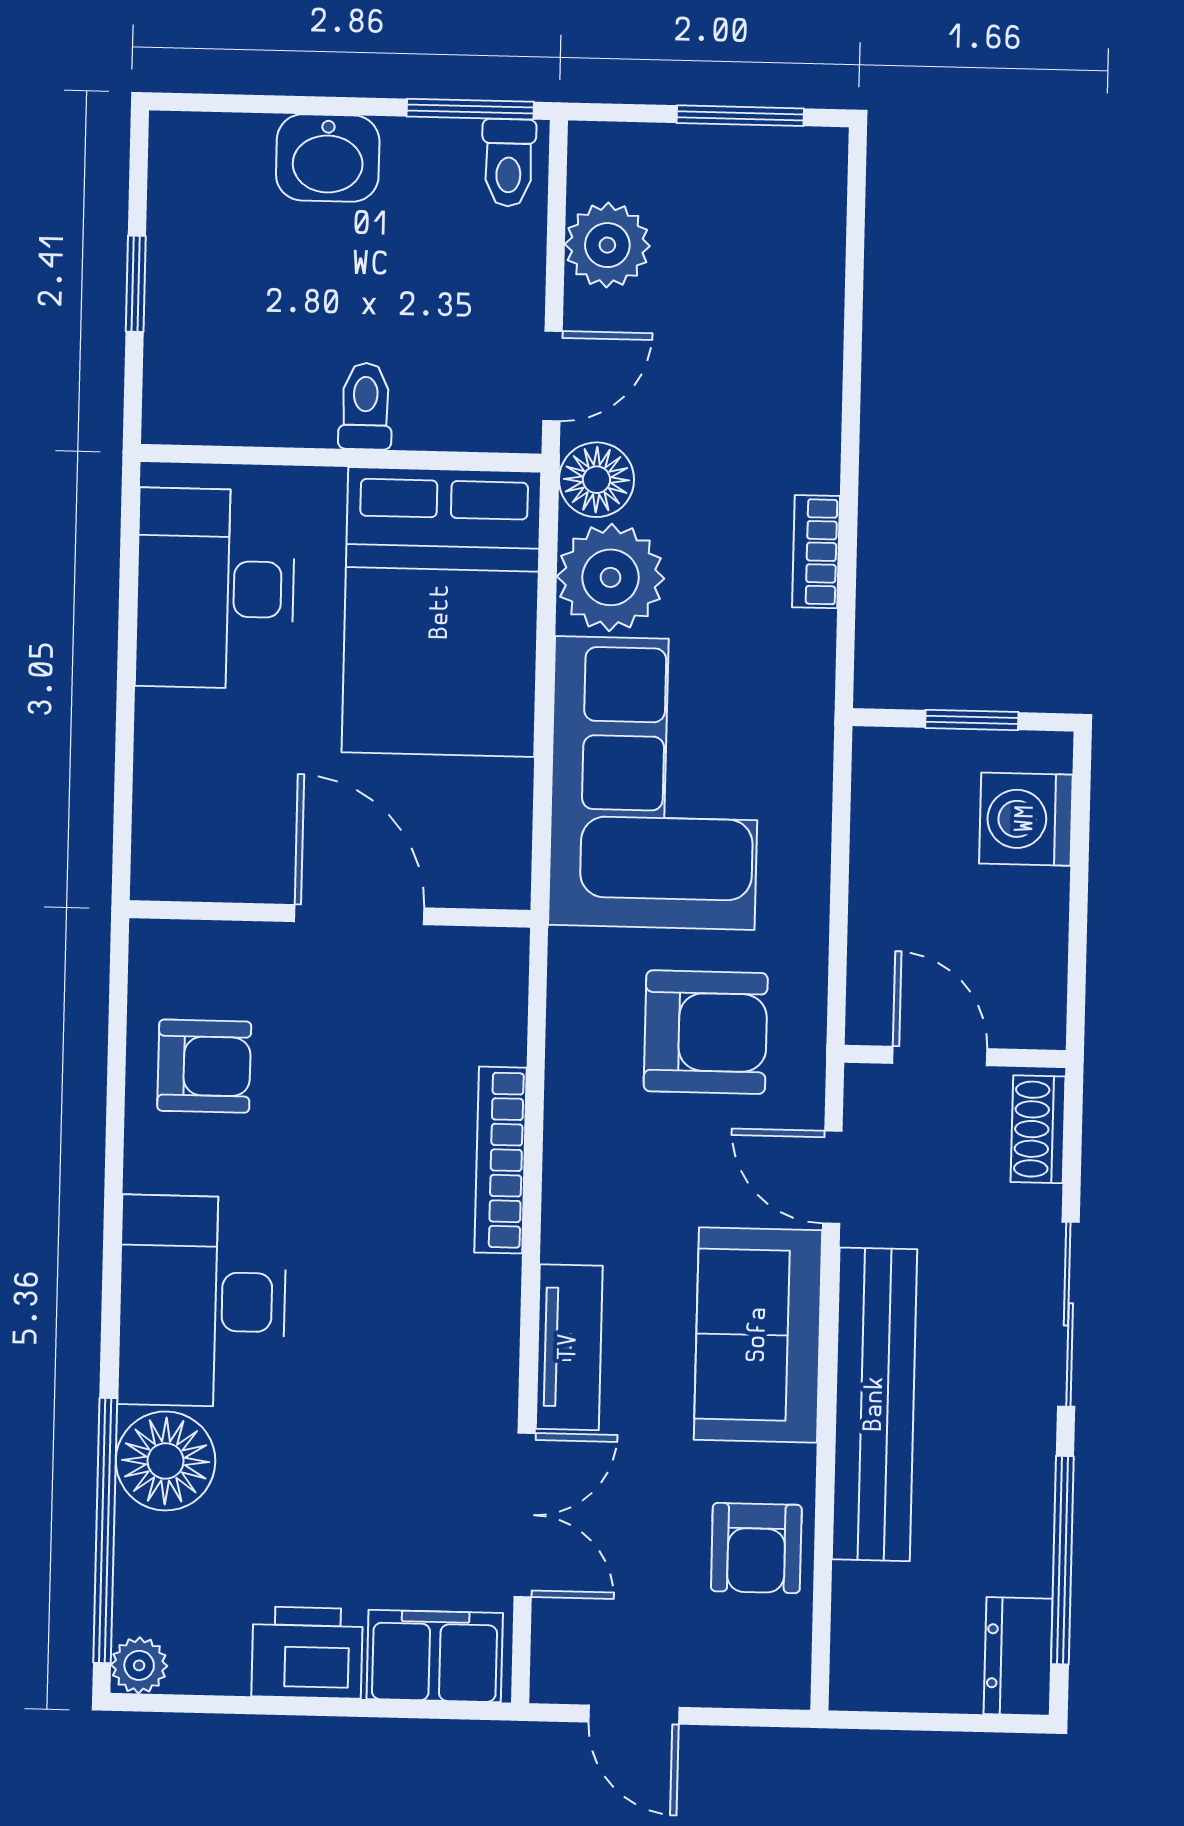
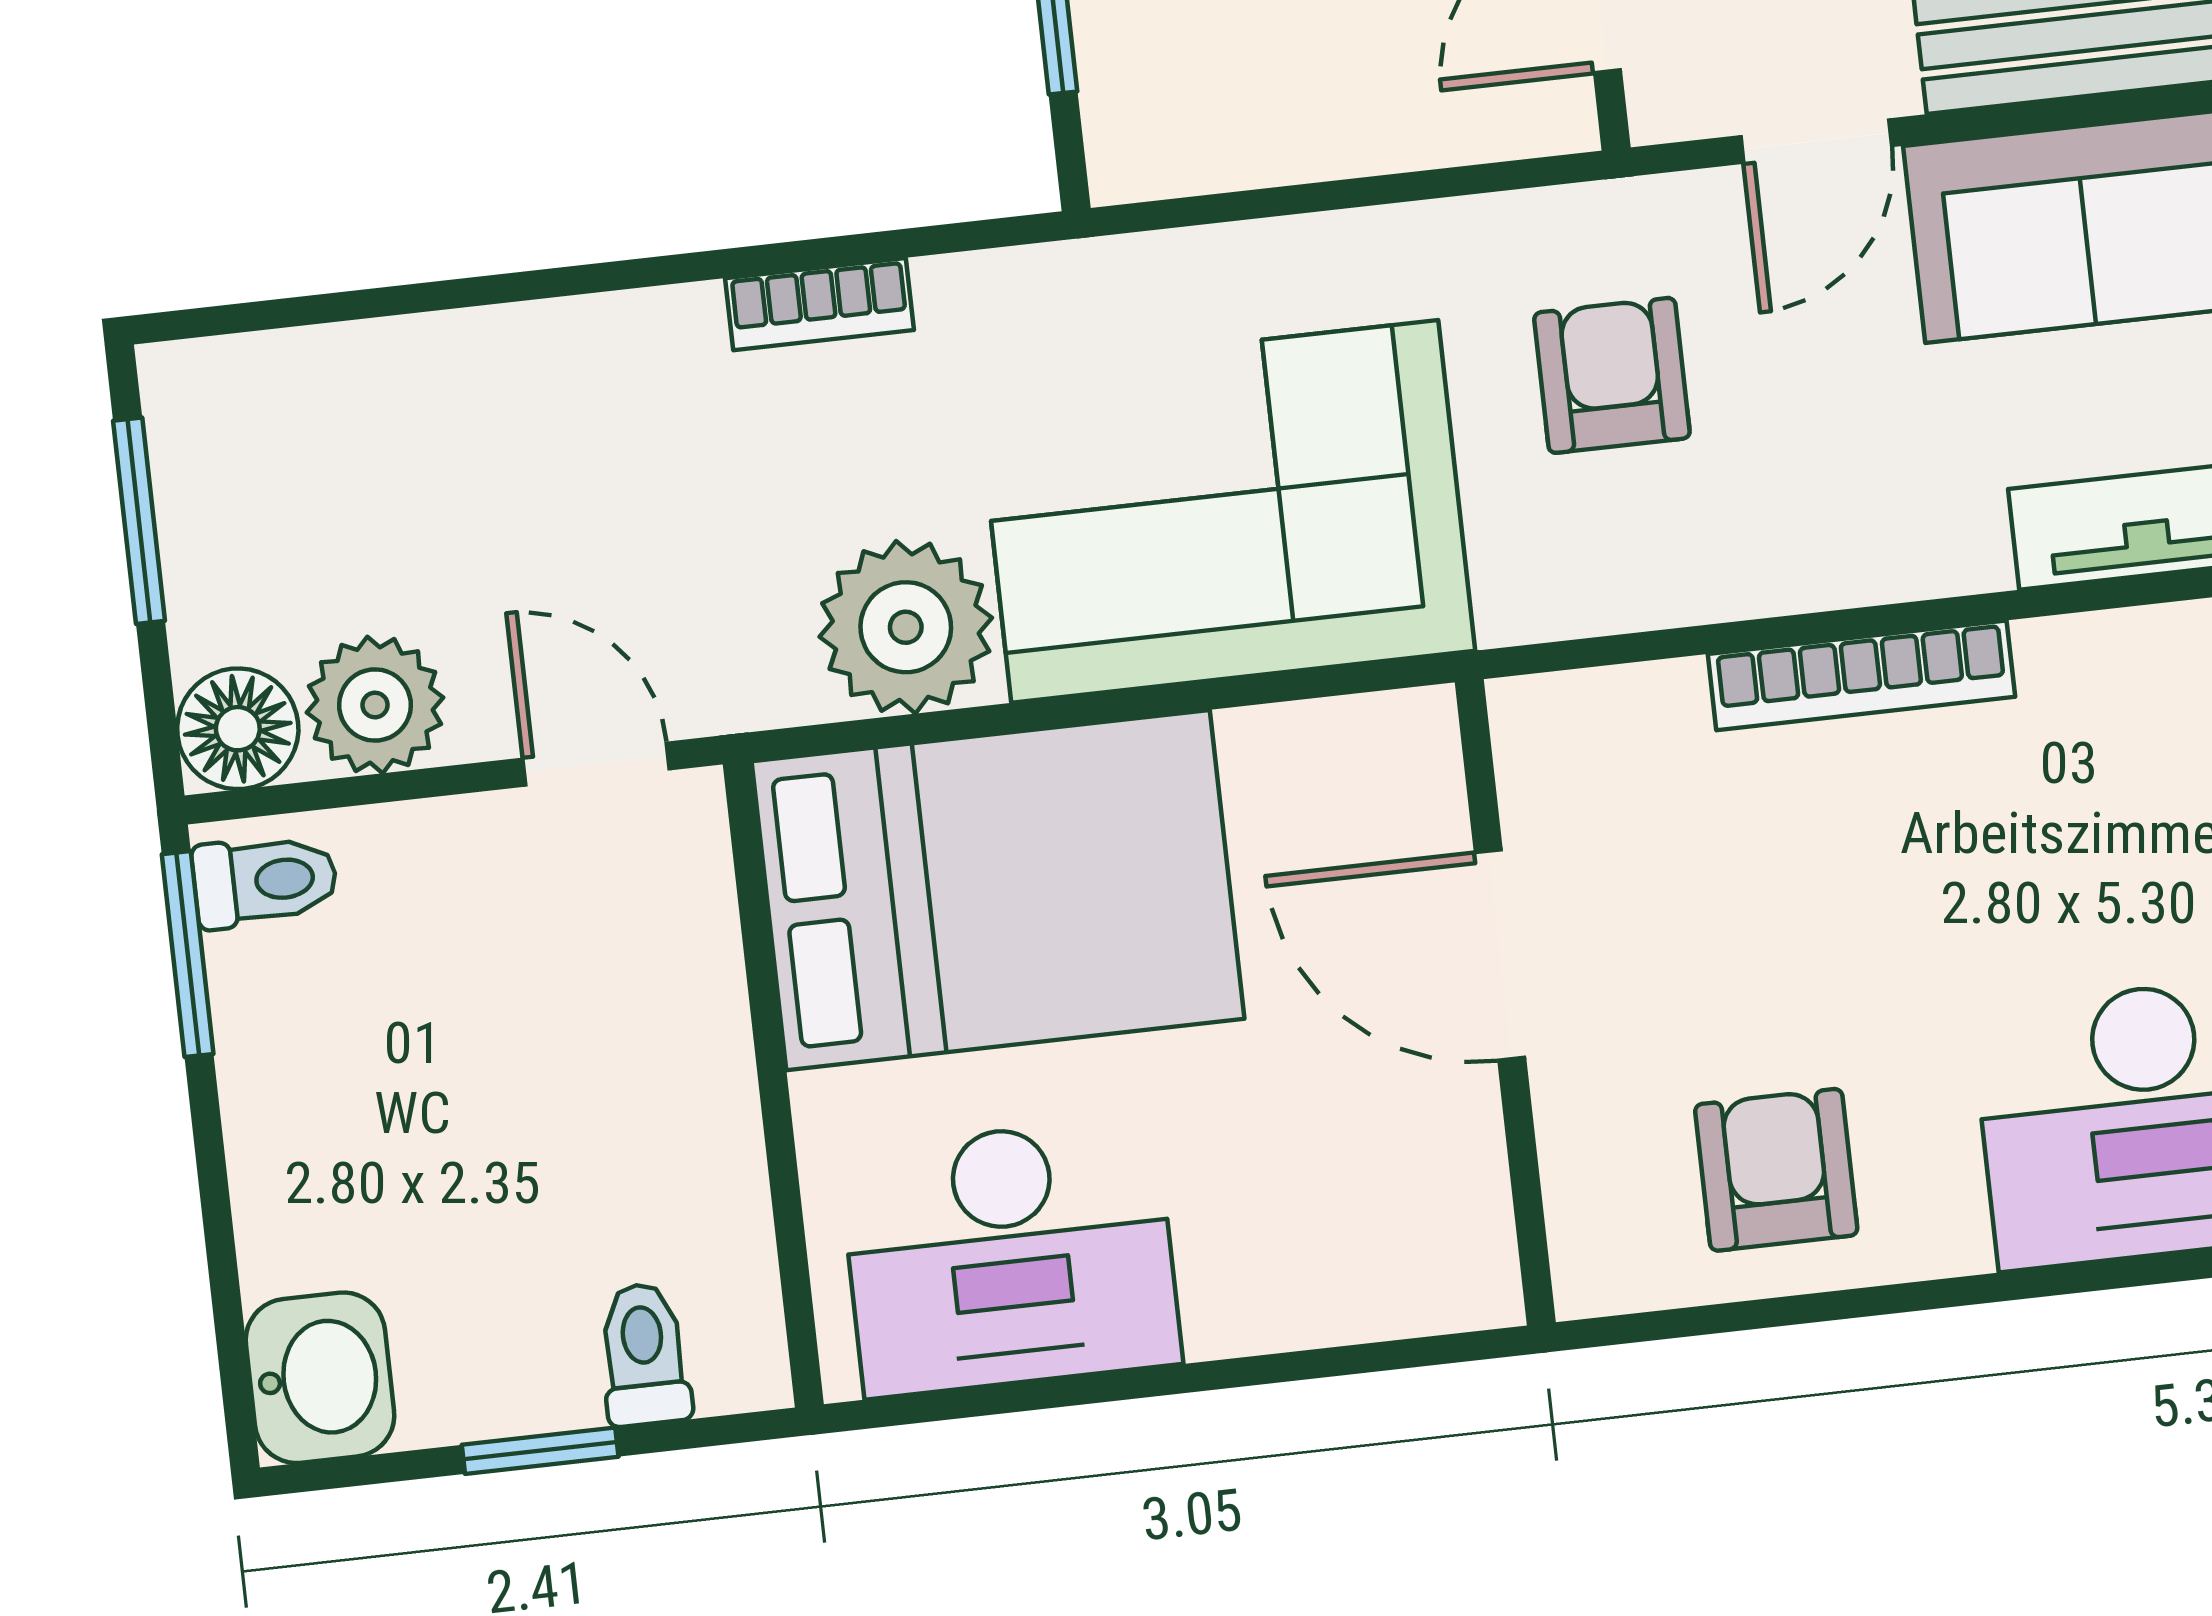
washbasin: (328, 158) -> (320, 1378), moved
toilet: (365, 406) -> (644, 1354), moved, turned 90
floor lamp: (596, 480) -> (238, 729), moved
door: (359, 915) -> (1500, 955), hinge flipped
armchair: (706, 1032) -> (1612, 375), width x0.72, depth x0.72

